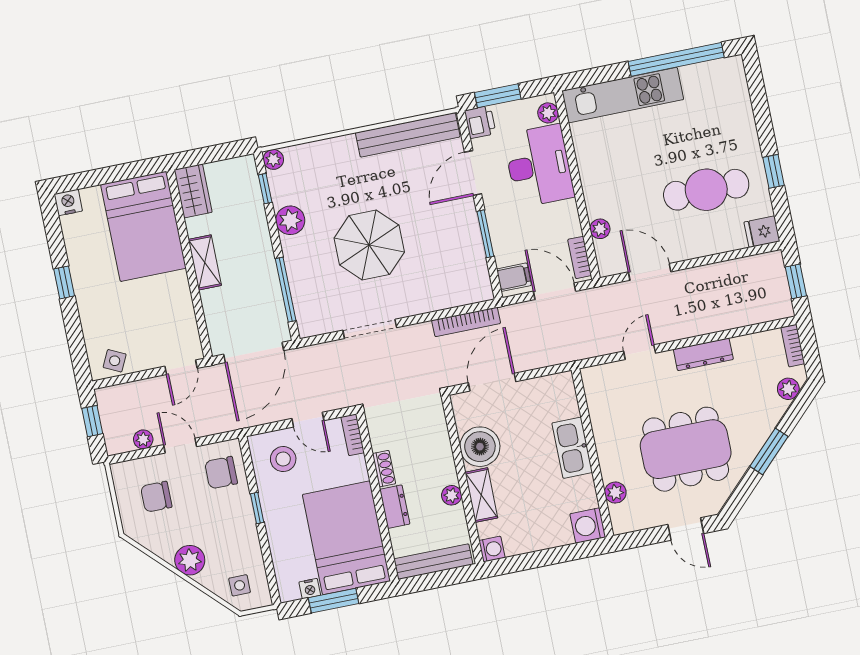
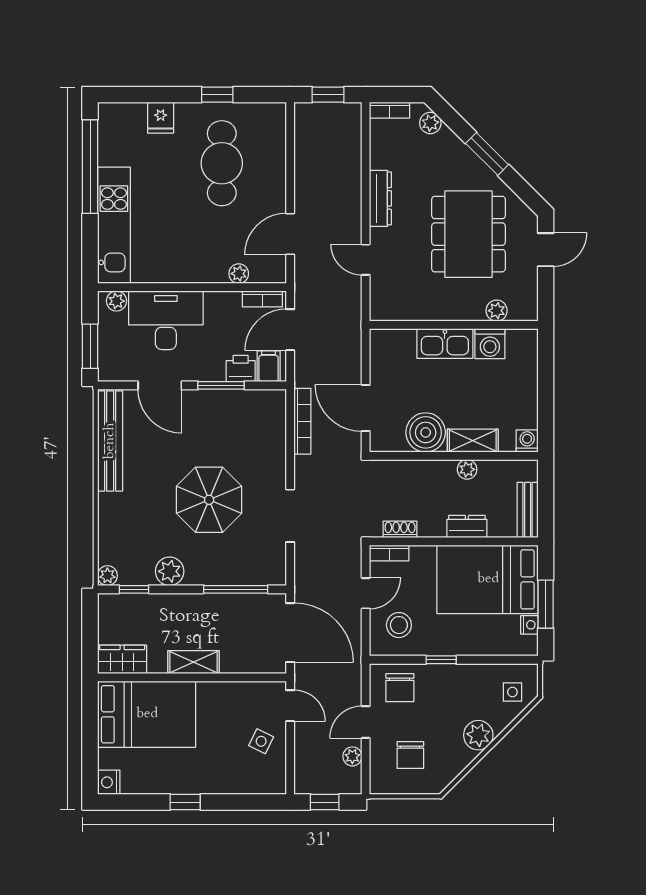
printer: (480, 122) -> (241, 368), moved
fridge: (762, 232) -> (161, 118), moved
side table: (115, 361) -> (261, 741), moved
shoe rack: (384, 469) -> (400, 529), moved
washing machine: (588, 526) -> (490, 344), moved
bench: (433, 562) -> (528, 510), width x0.73

